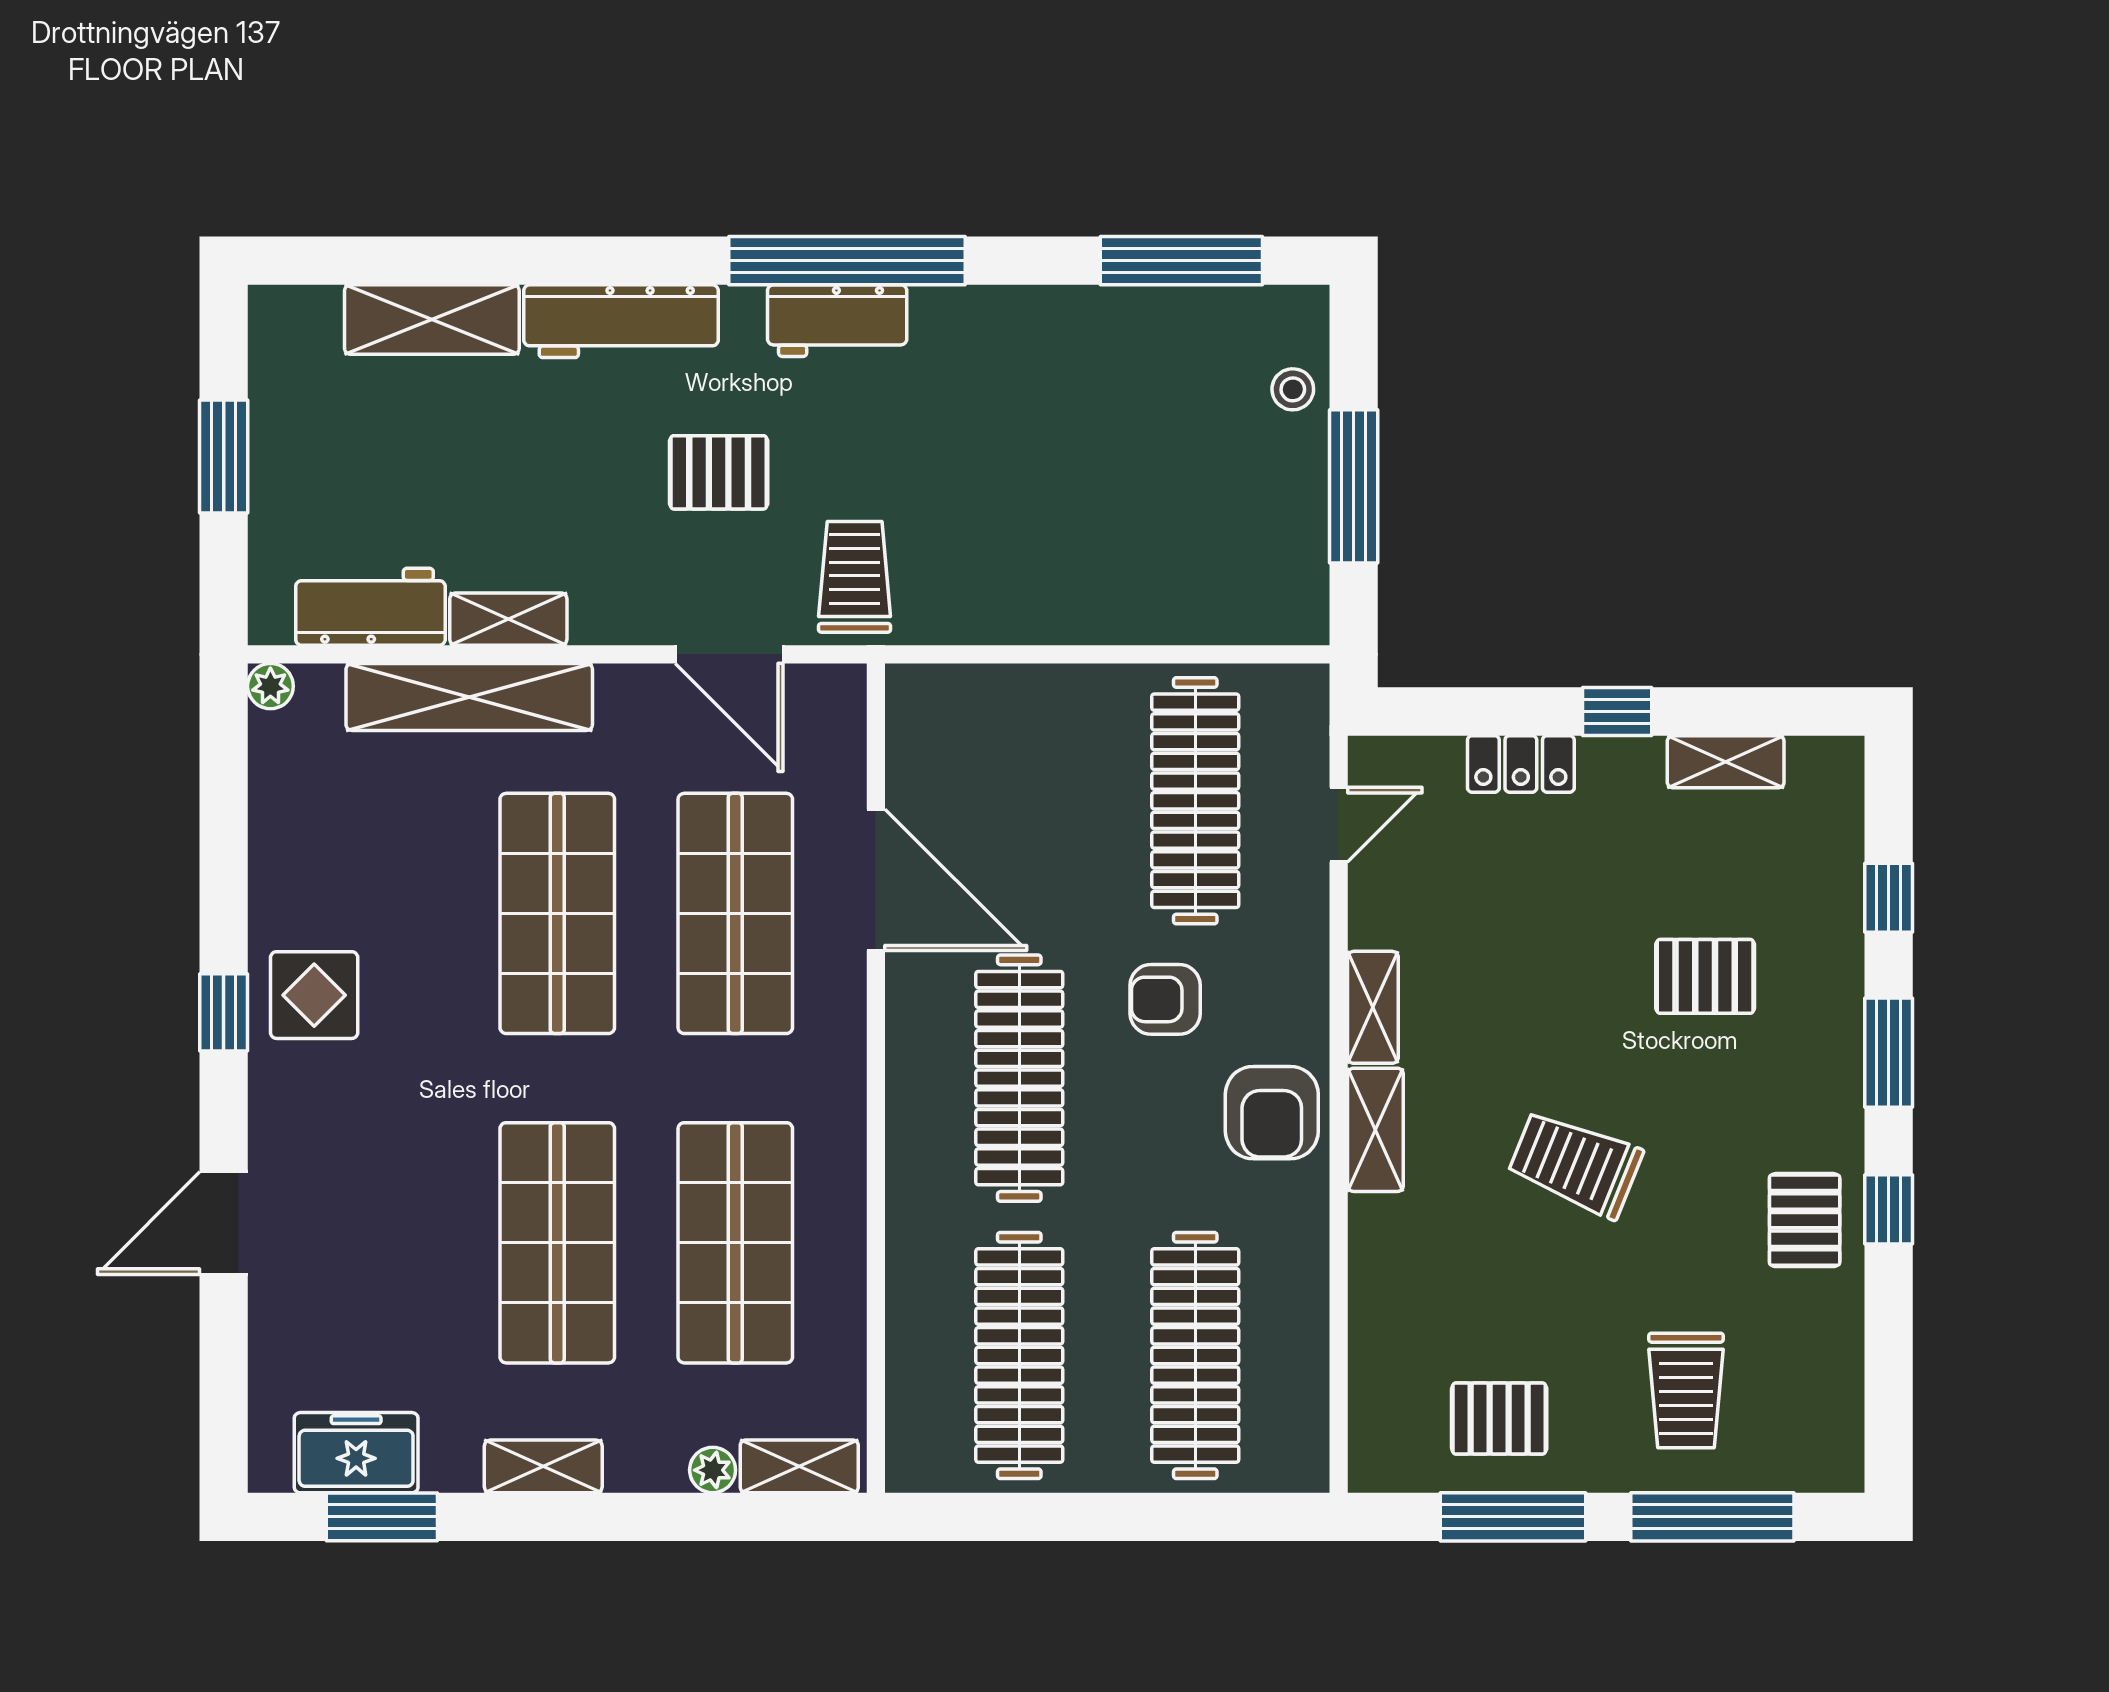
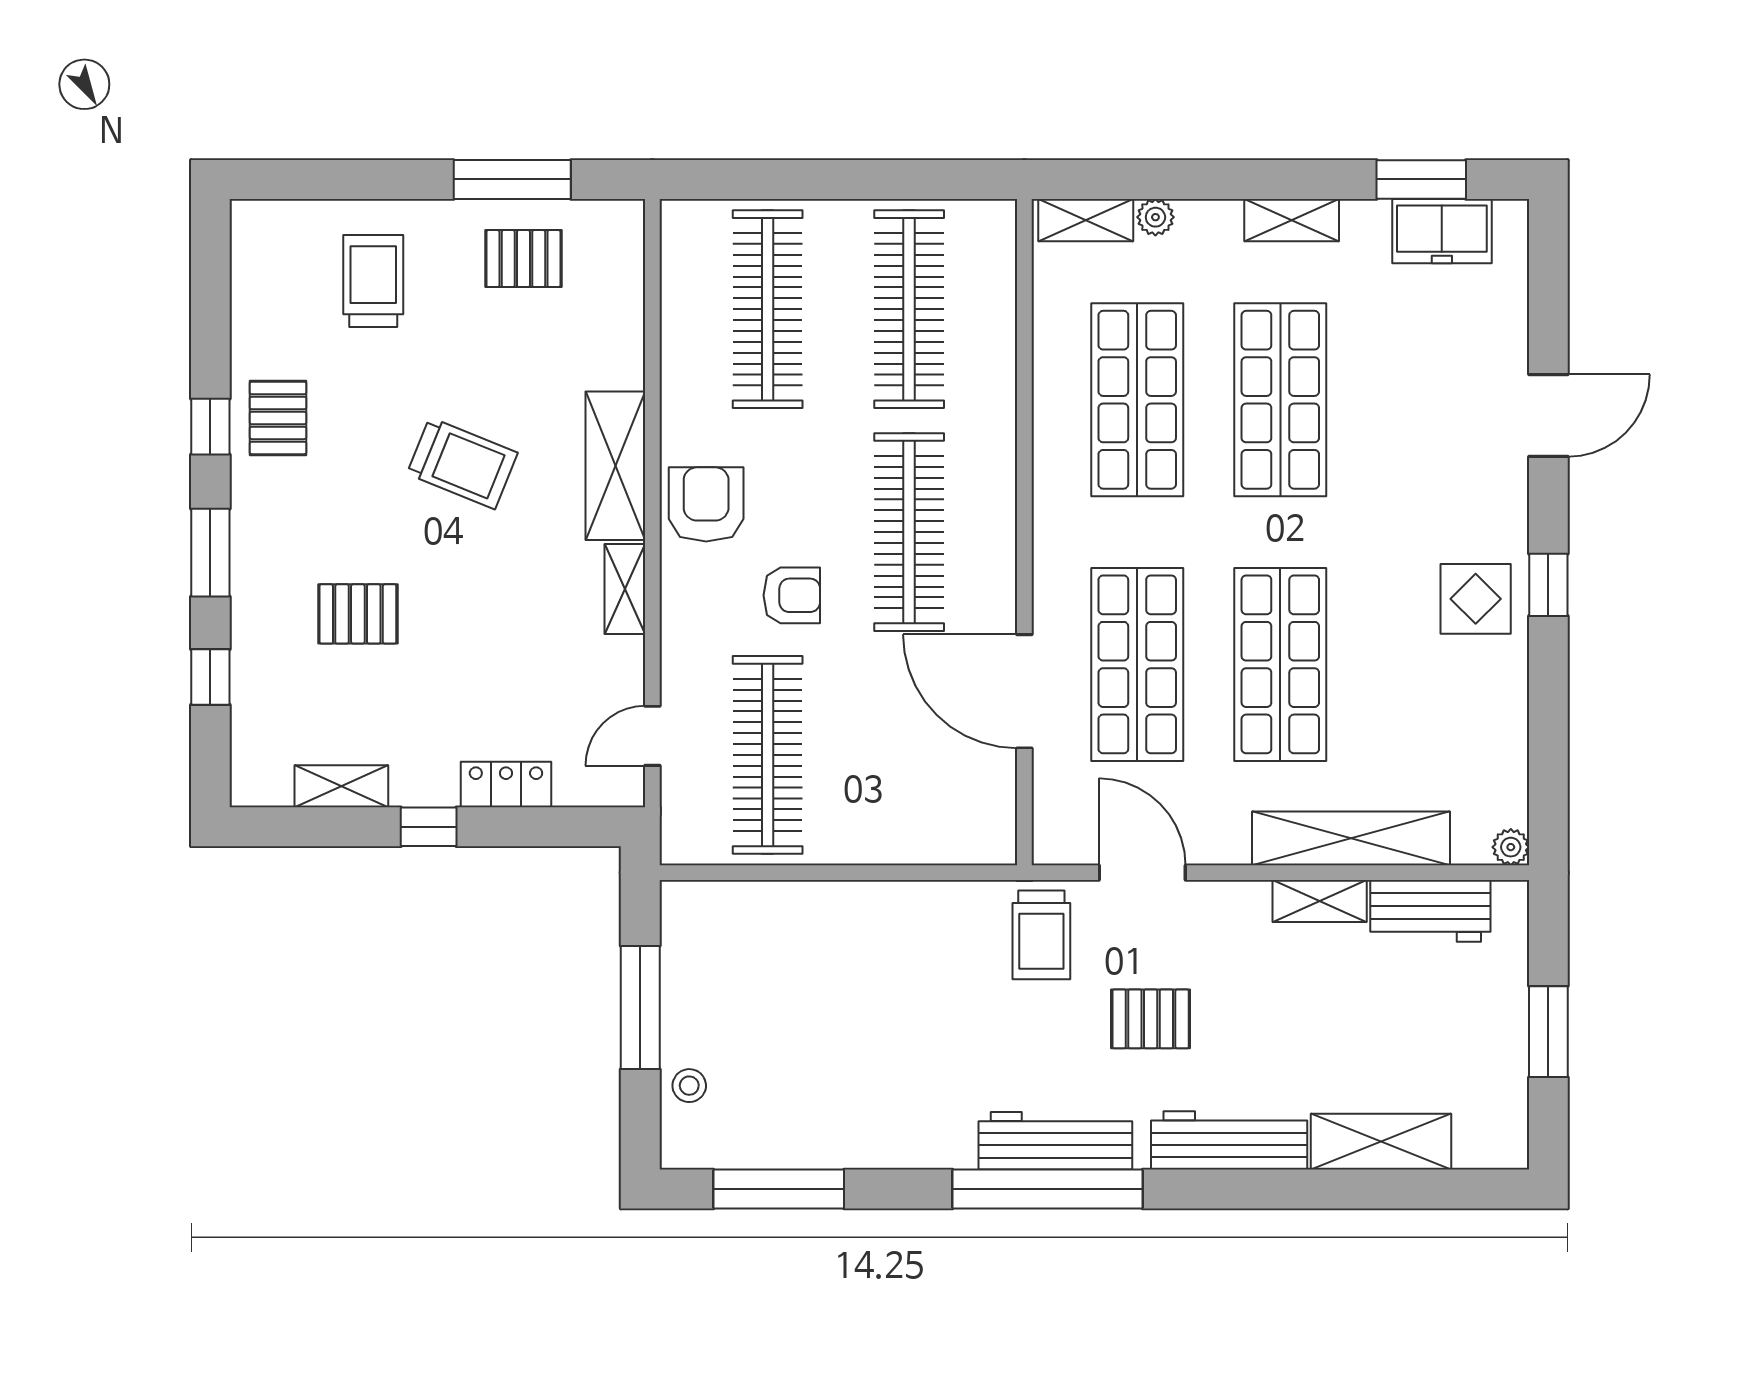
workbench: (837, 321) -> (1055, 1141), width x1.38
shelving: (1375, 1130) -> (615, 466), width x1.50, depth x1.33
window: (1712, 1517) -> (352, 179), removed

